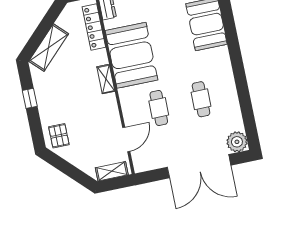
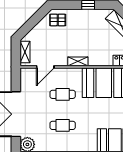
shelving: (106, 79) -> (78, 61), moved
door: (126, 139) -> (45, 67), hinge flipped

